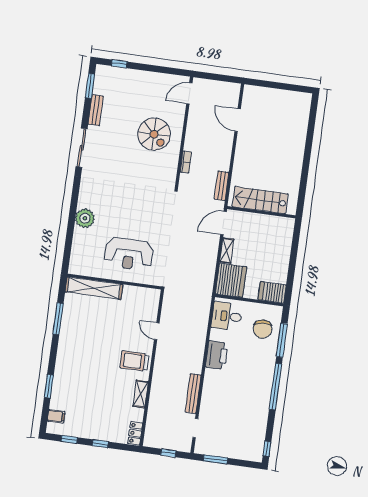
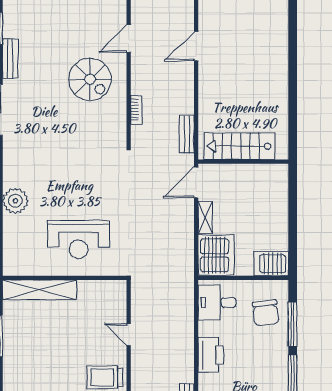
door: (189, 93) -> (129, 39), moved
door: (238, 120) -> (196, 46), hinge flipped

